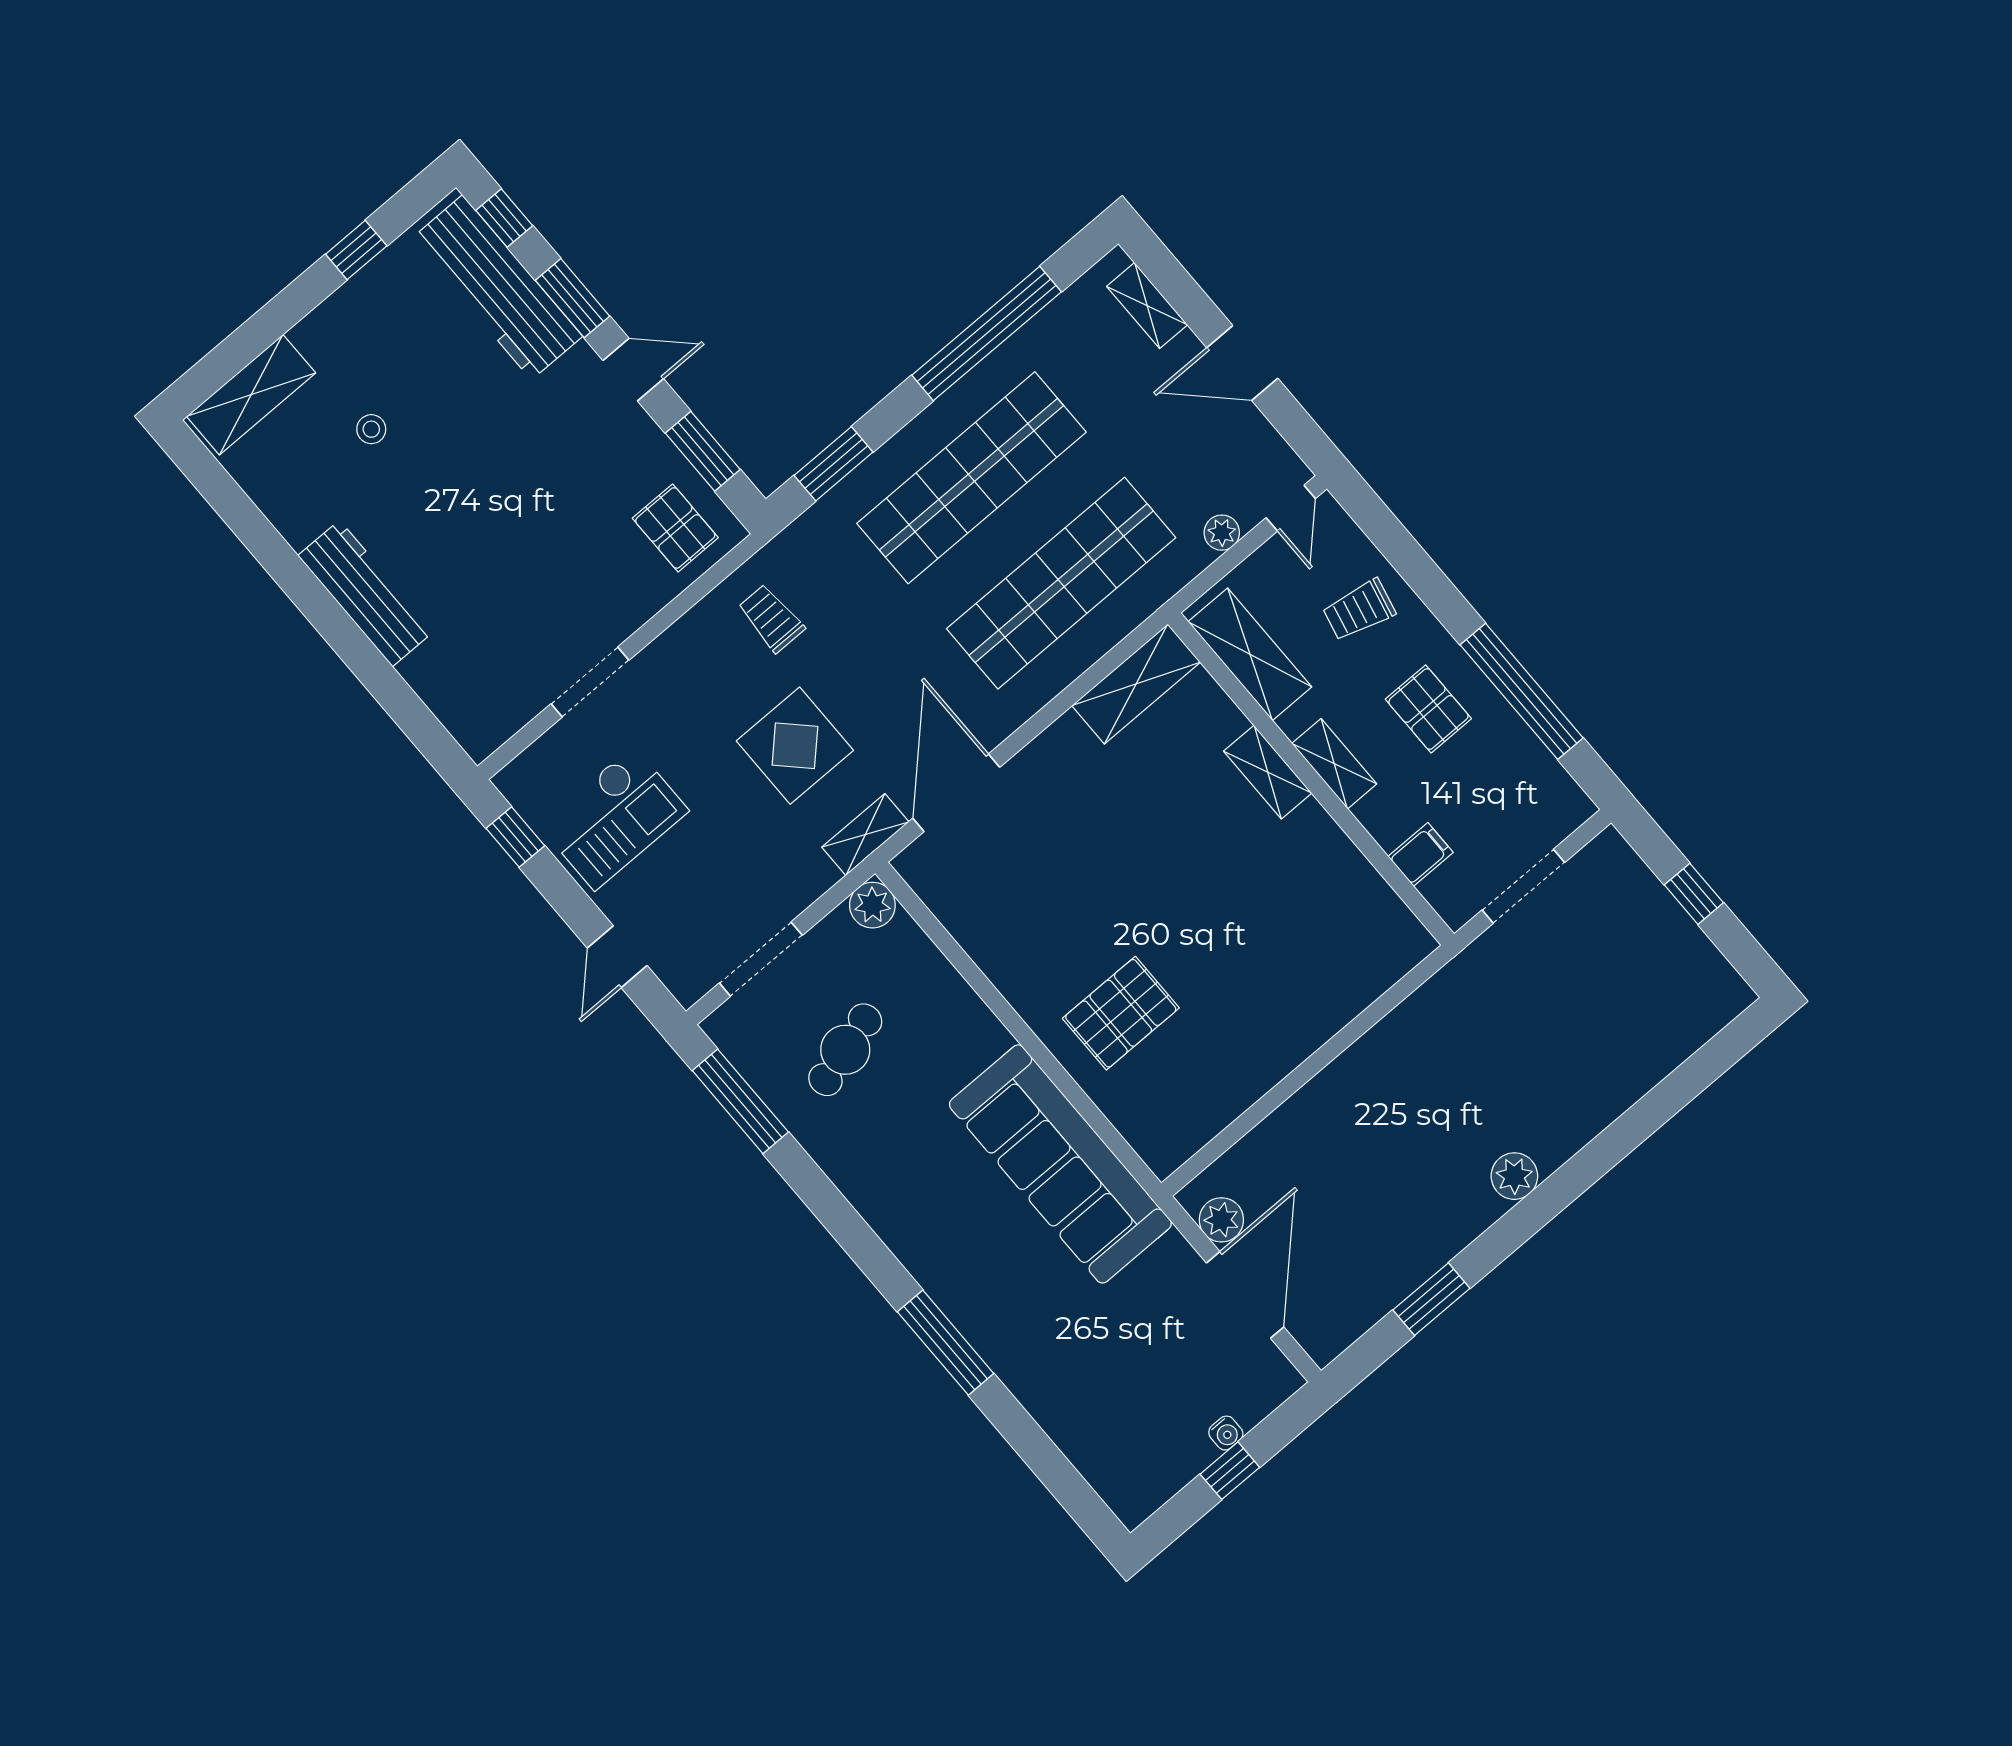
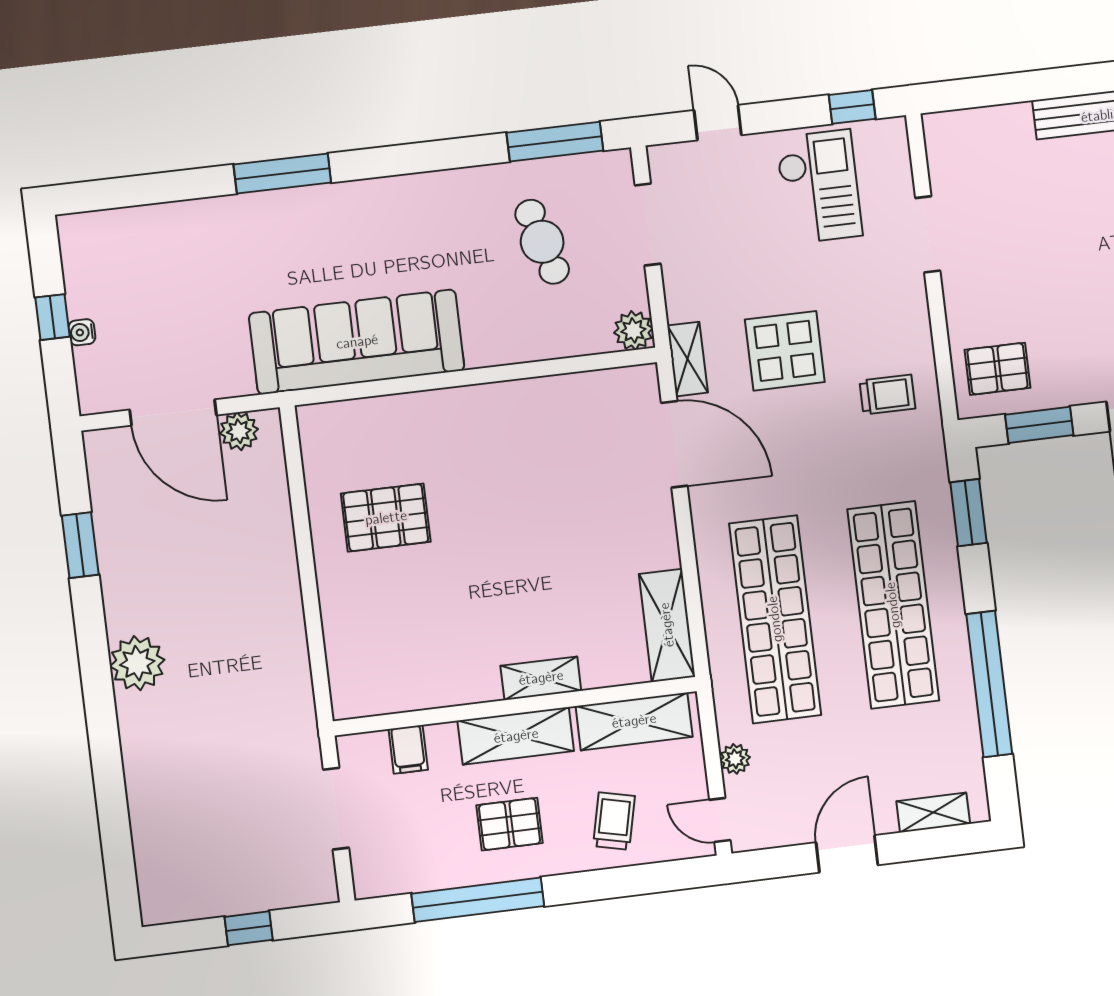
shelving: (1334, 764) -> (516, 736), width x1.50, depth x1.33
checkout: (614, 818) -> (819, 187), turned 180
pallet: (1121, 1013) -> (386, 518), moved, turned 90
plant: (1514, 1176) -> (137, 663), width x1.36, depth x1.36

